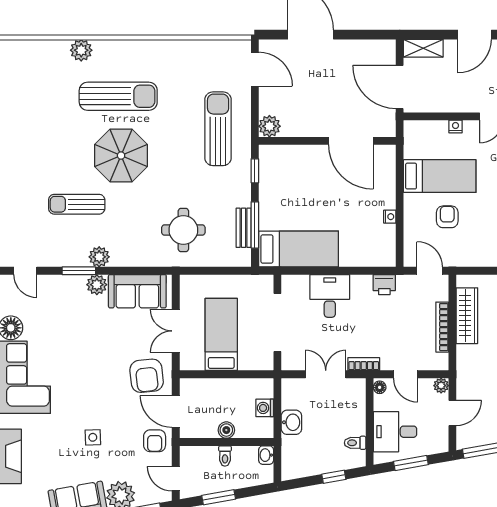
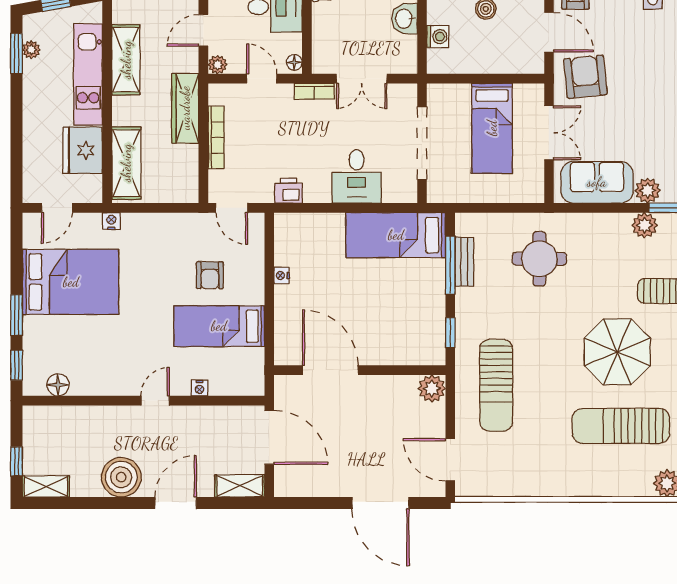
wardrobe: (467, 316) -> (185, 108), moved

